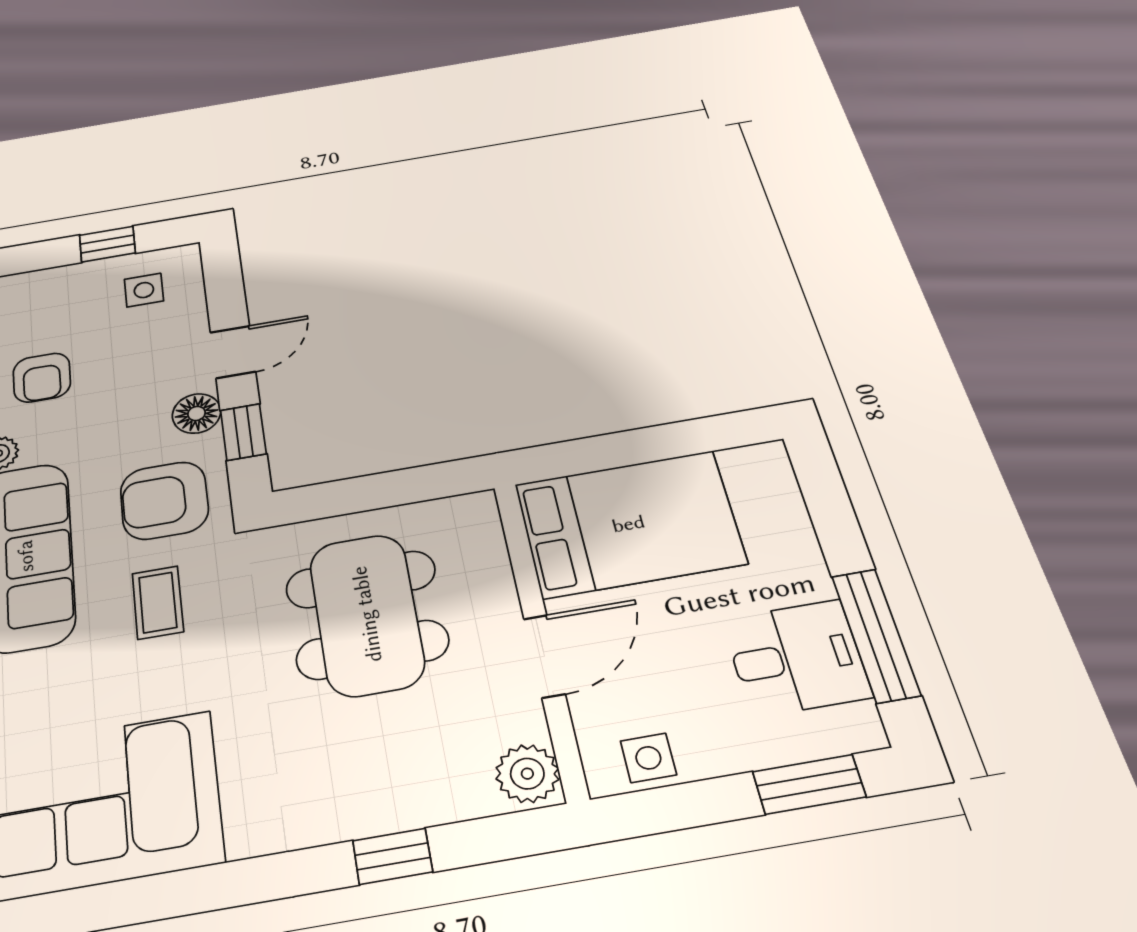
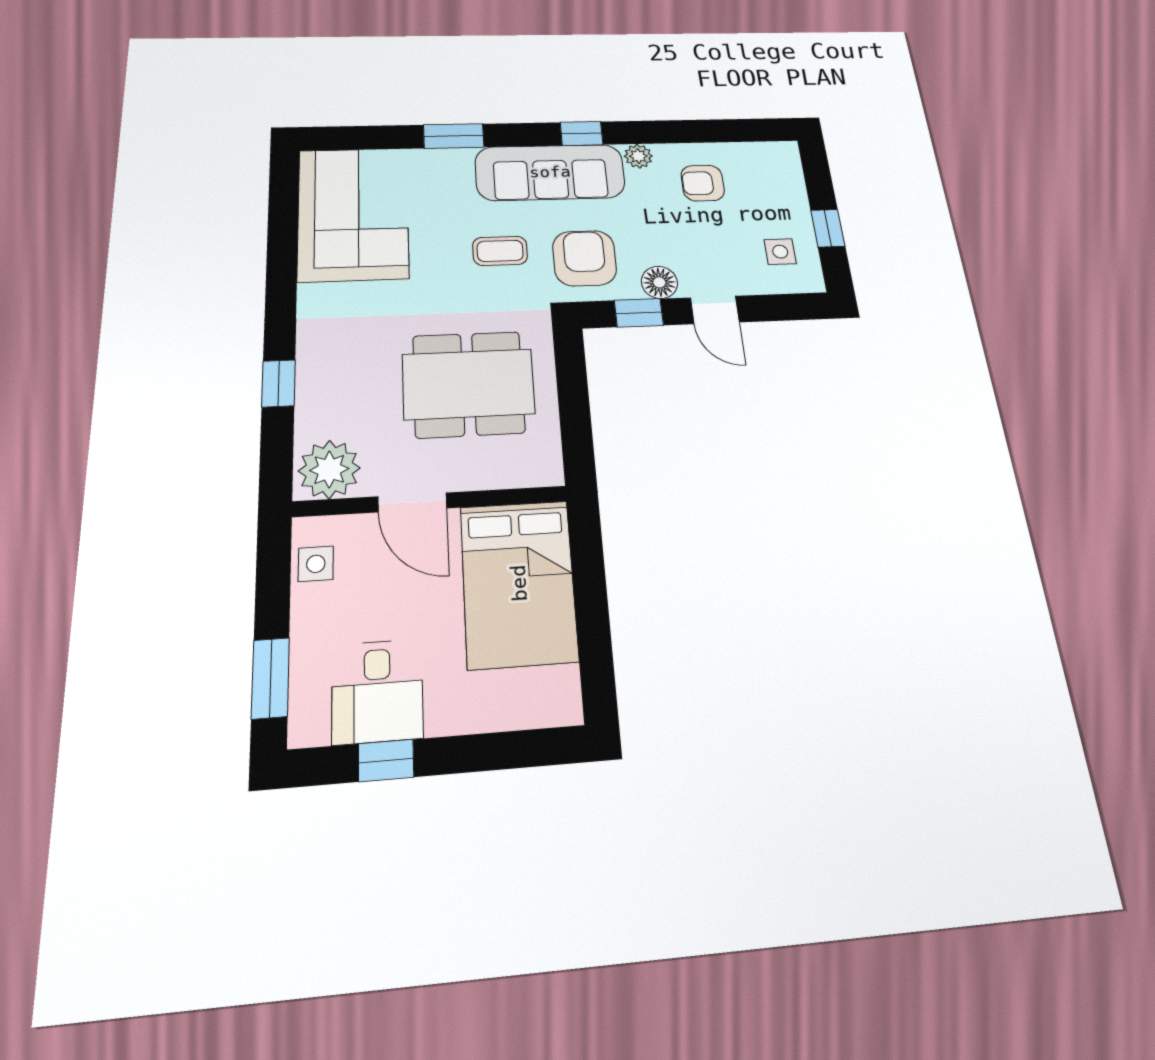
window: (876, 635) -> (386, 760), width x0.46
plant: (527, 774) -> (329, 469), width x1.36, depth x1.36

